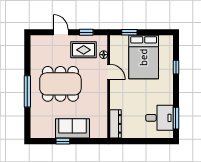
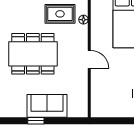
door: (109, 72) -> (89, 59), moved
dresser: (115, 124) -> (97, 101), removed

